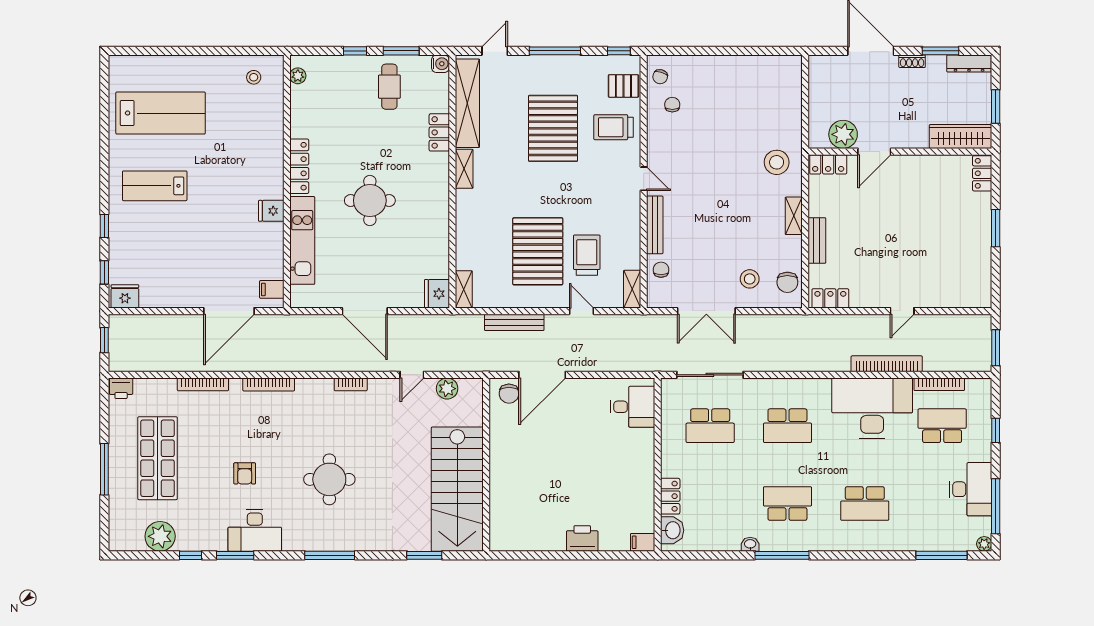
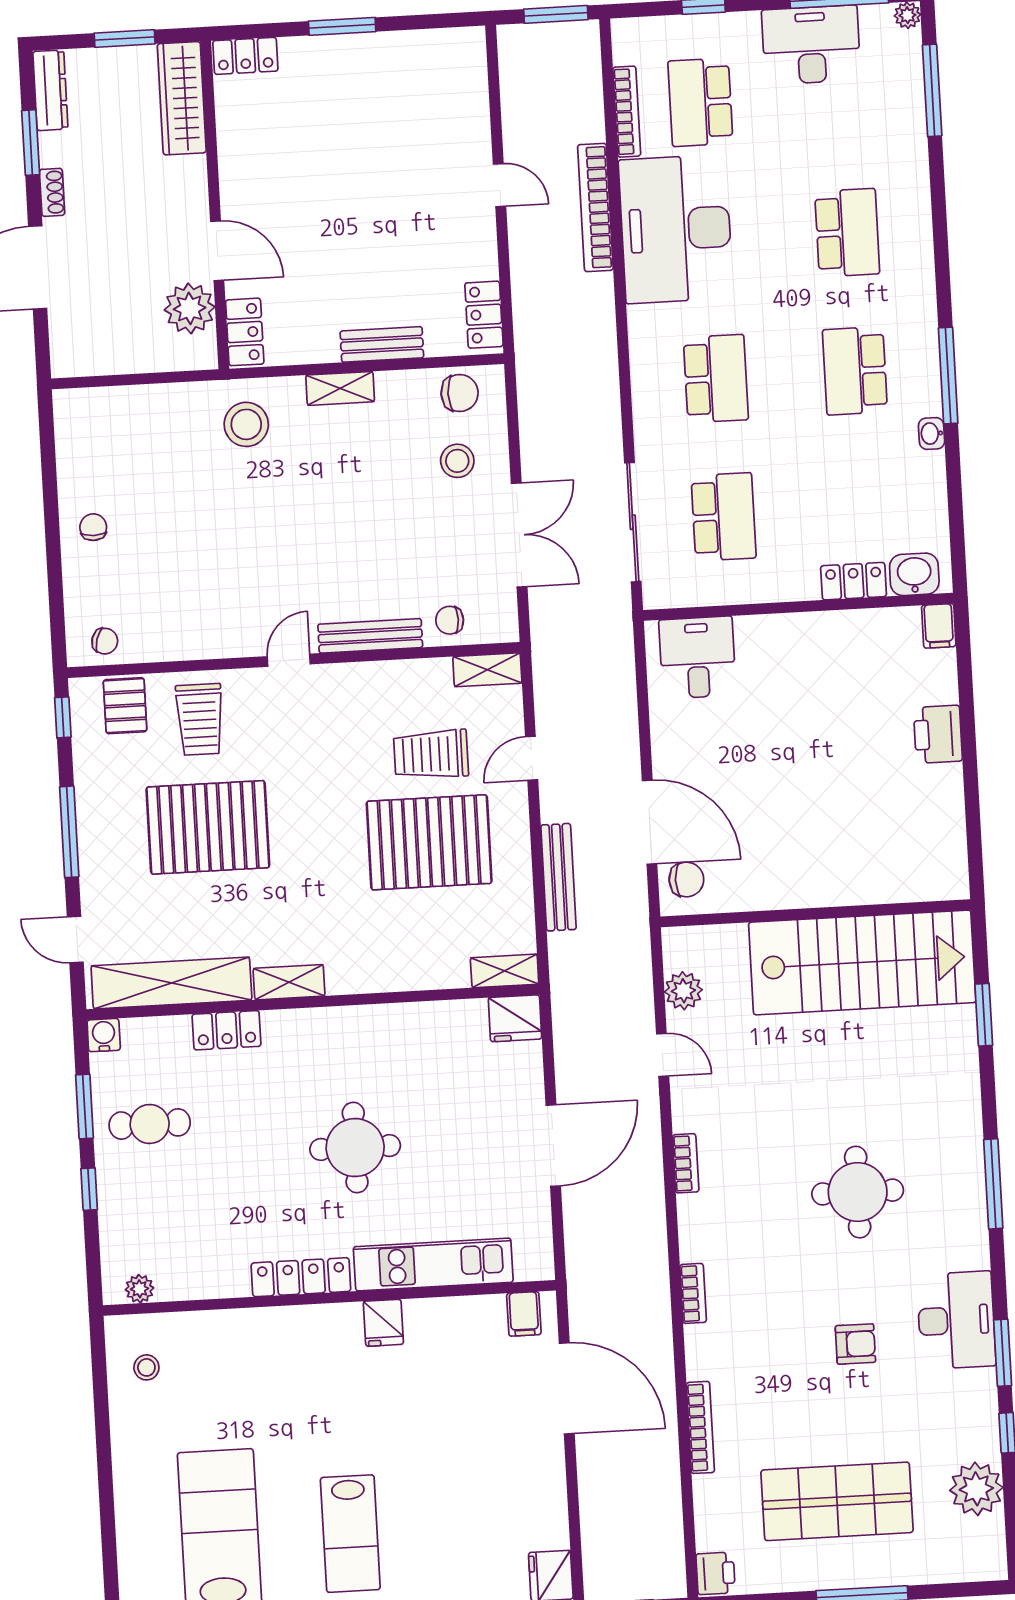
chair: (672, 105) -> (93, 527), moved, turned 90
bookcase: (269, 384) -> (693, 1293), width x0.64

